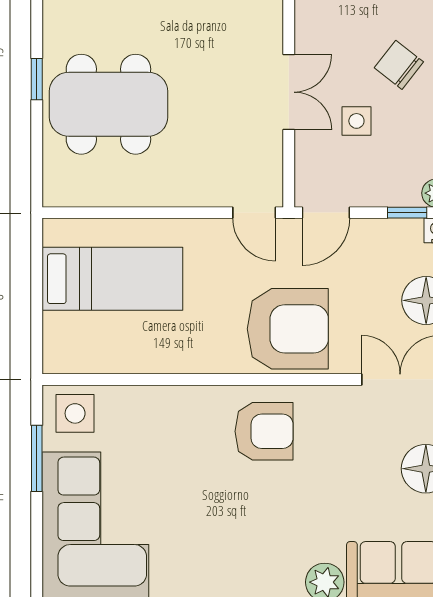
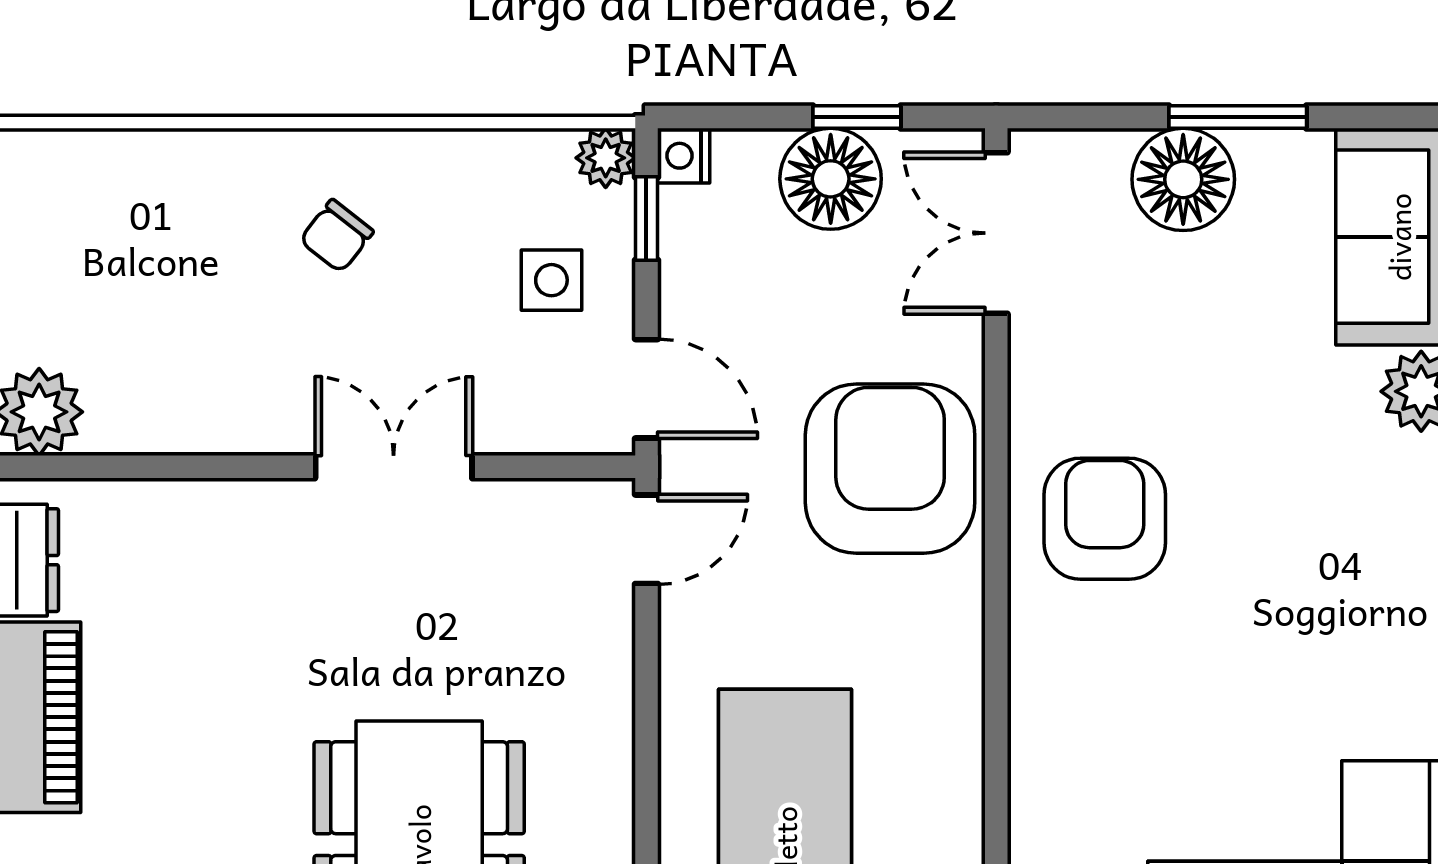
chair: (399, 65) -> (337, 236), width x0.73, depth x0.73
side table: (356, 121) -> (551, 280), moved

